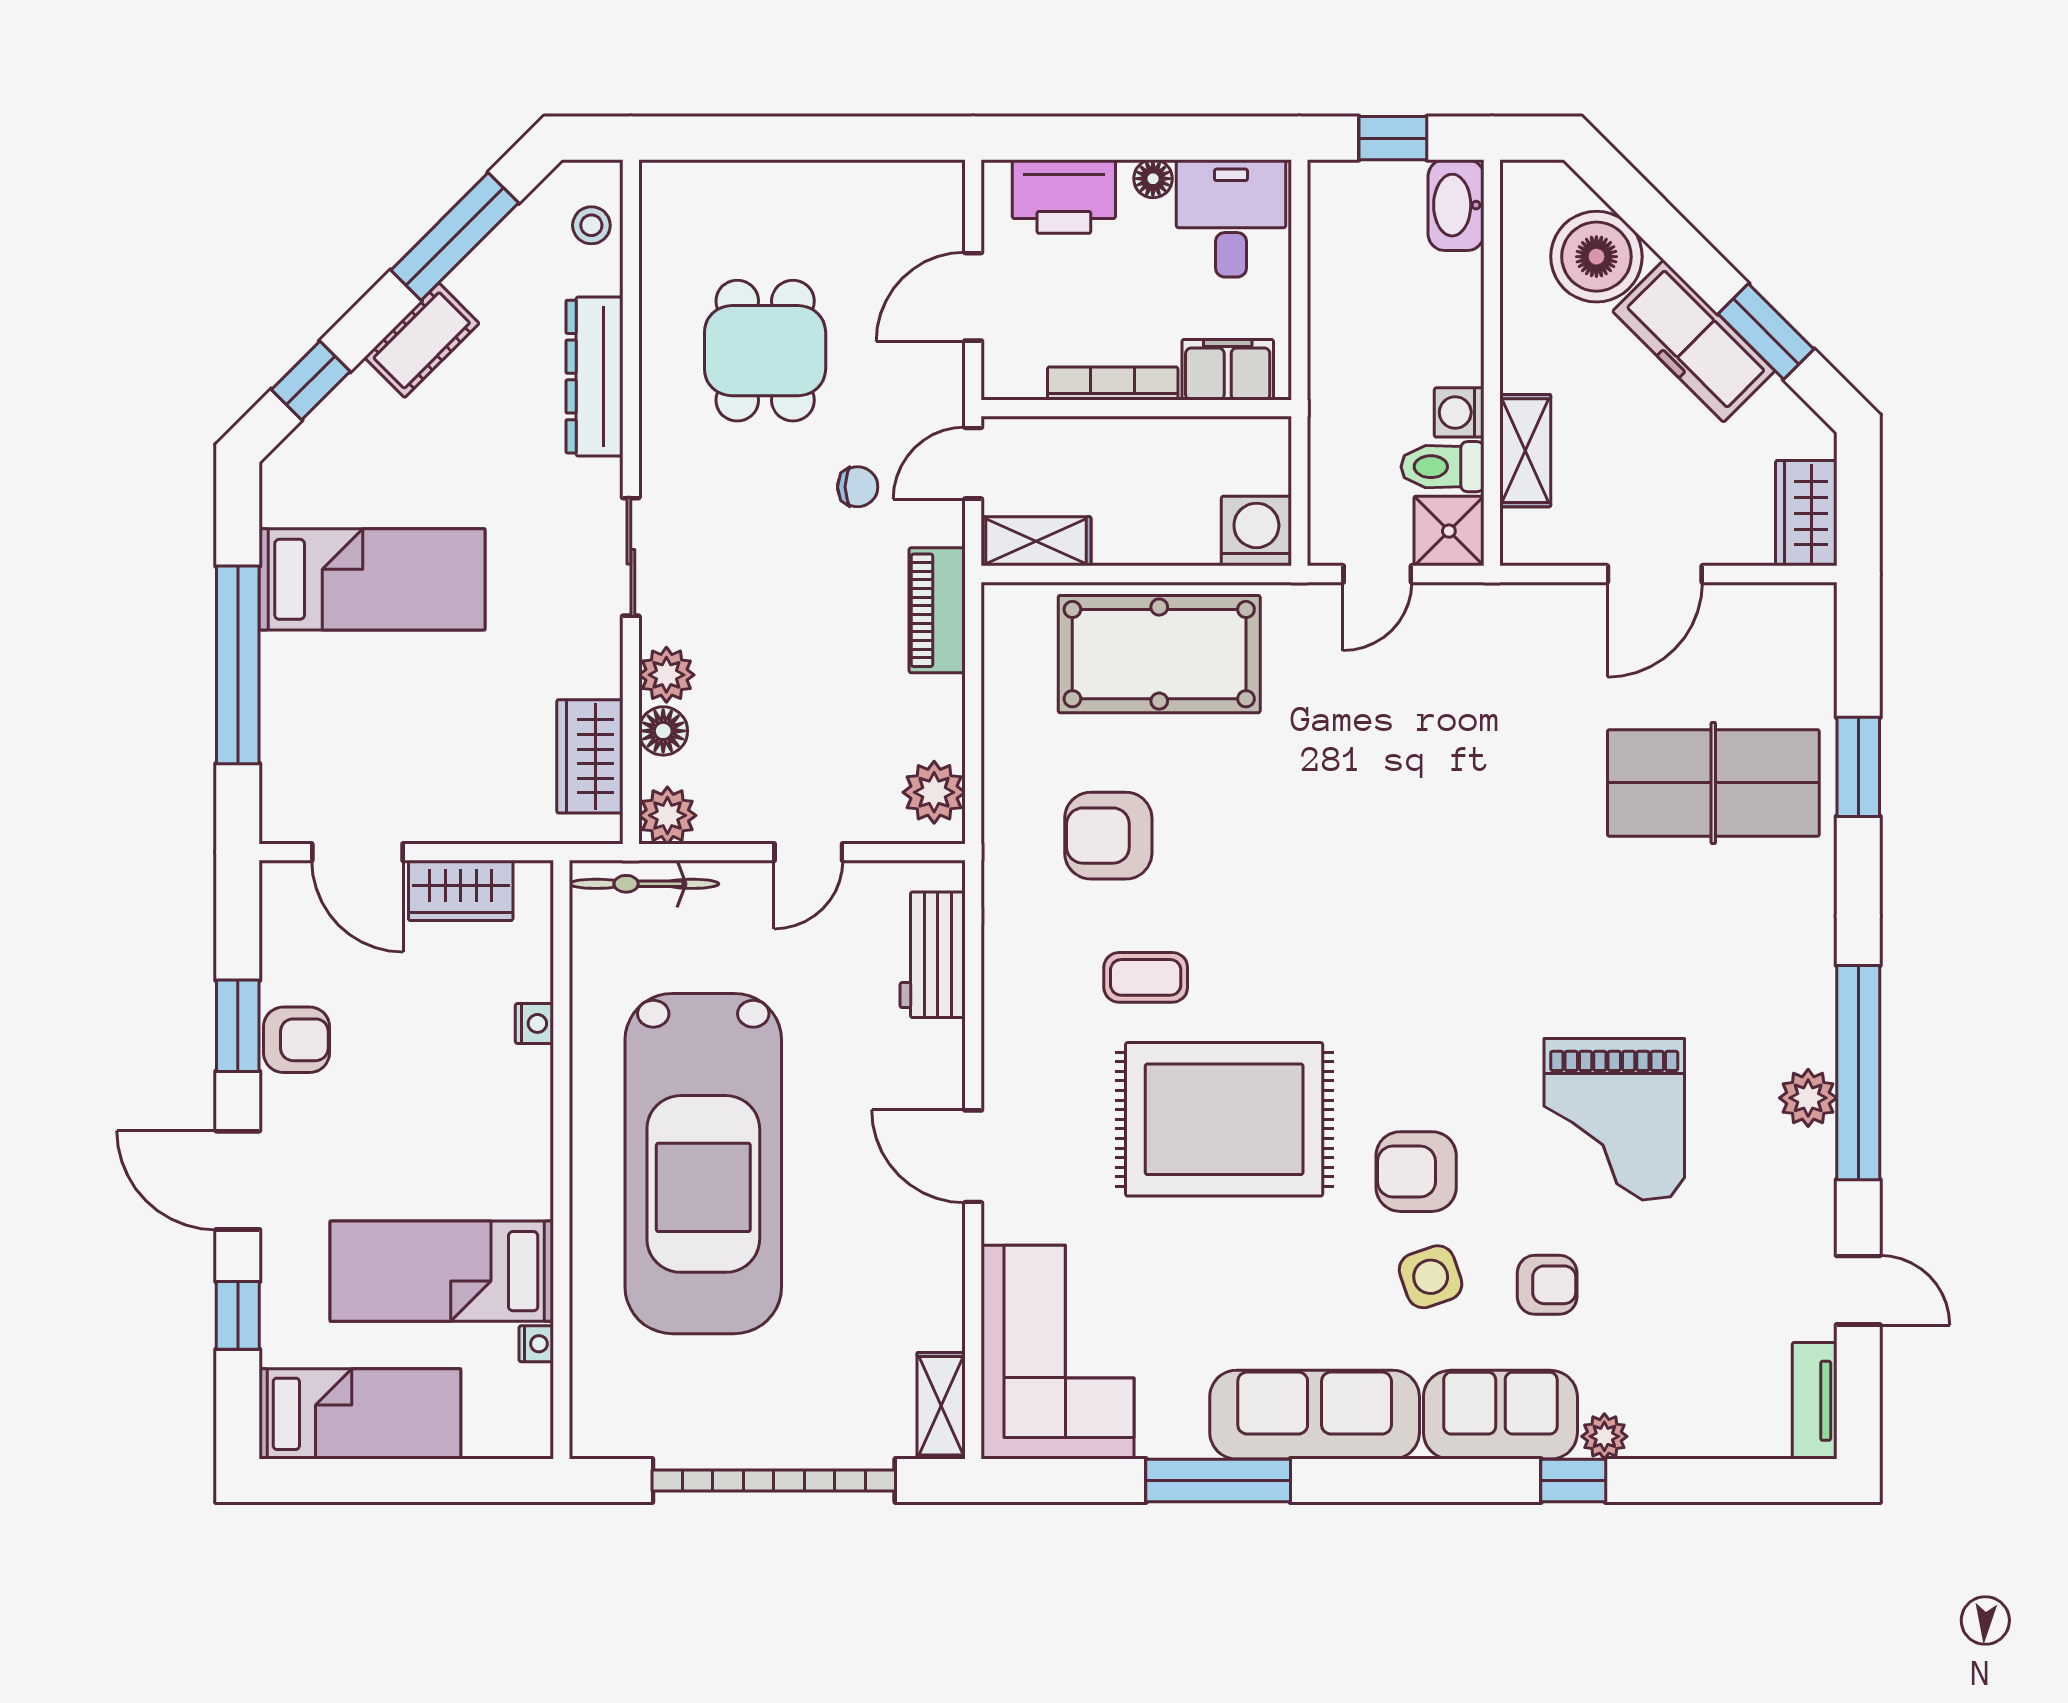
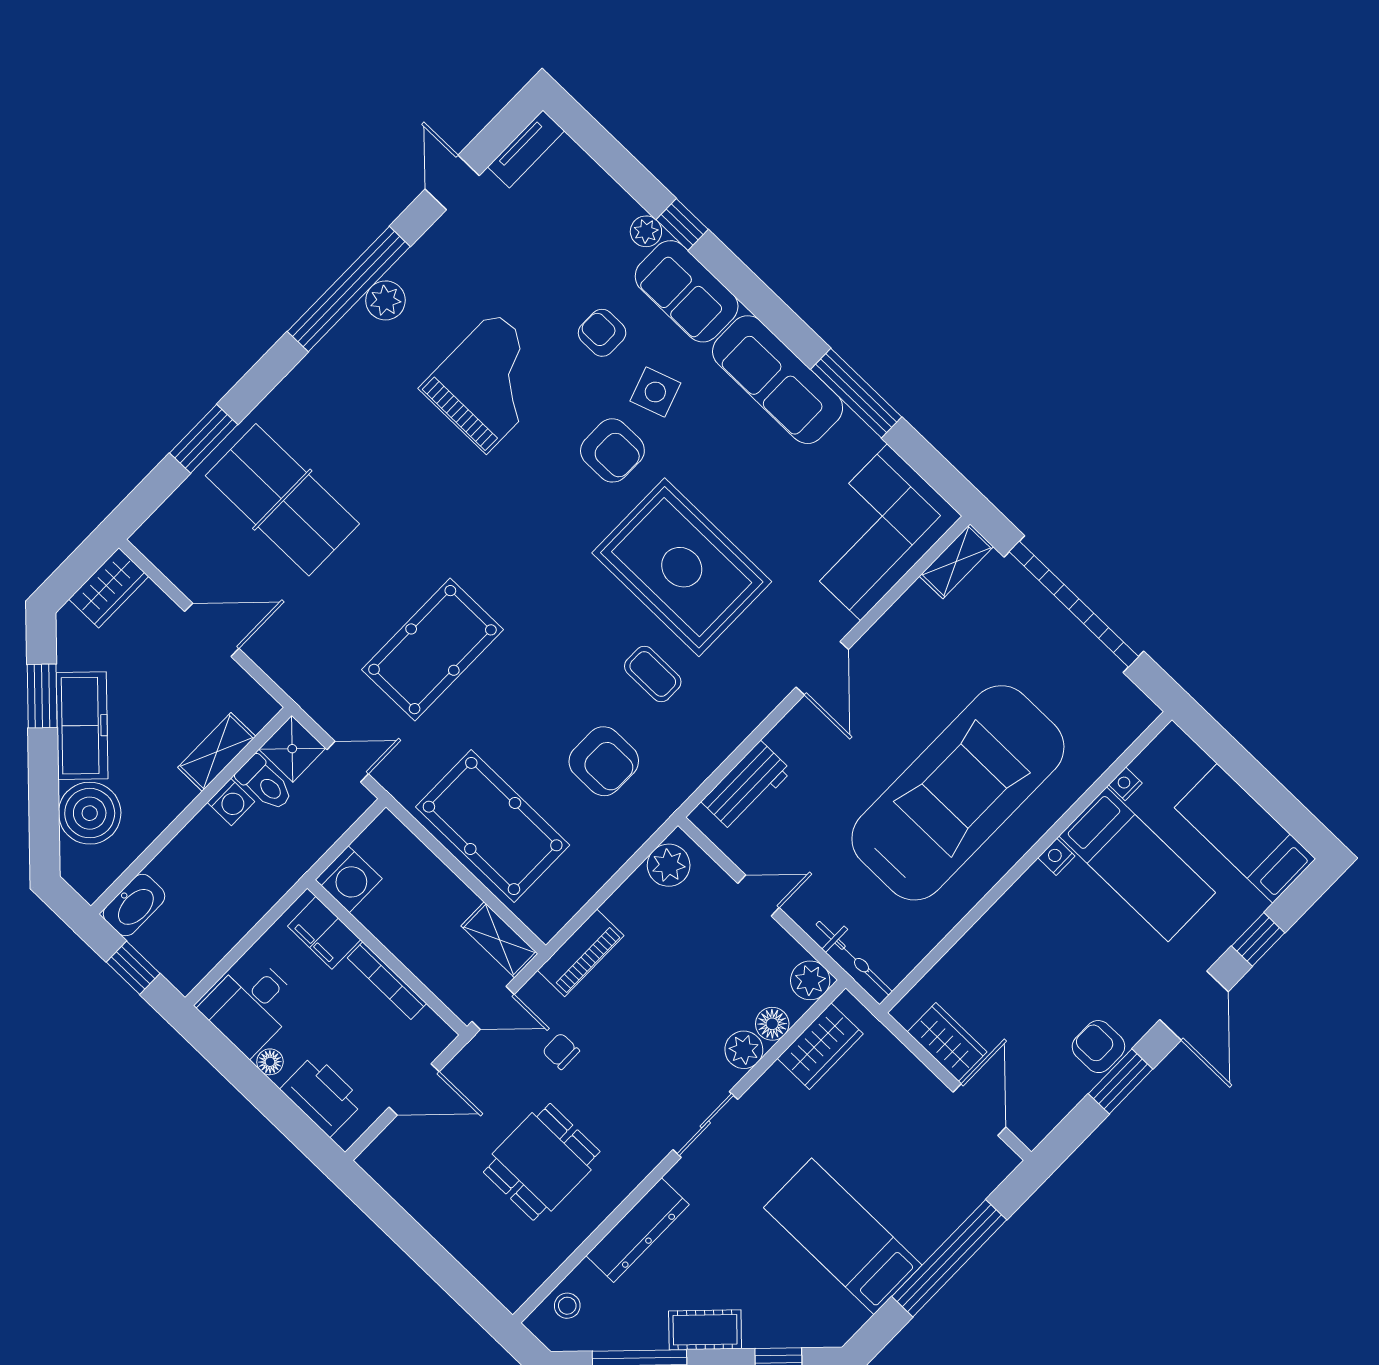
washing machine: (1256, 531) -> (349, 879), moved, turned -90
pool table: (1402, 778) -> (432, 650), added
nightstand: (534, 1023) -> (1056, 857), moved

